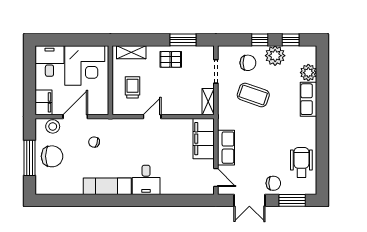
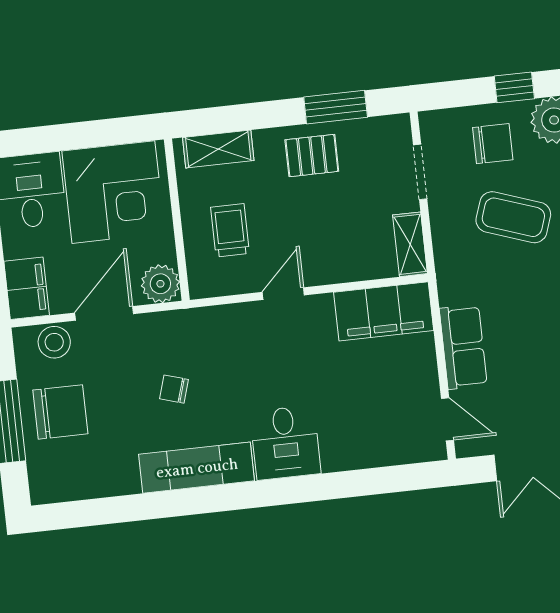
plant: (100, 107) -> (160, 284), added
filing cabinet: (204, 139) -> (384, 311), moved, turned -90
chair: (94, 142) -> (174, 389), moved

